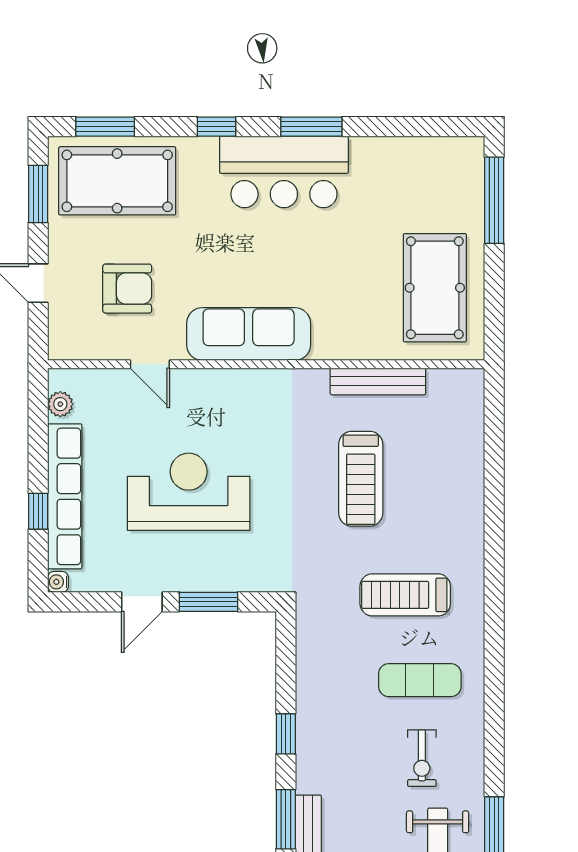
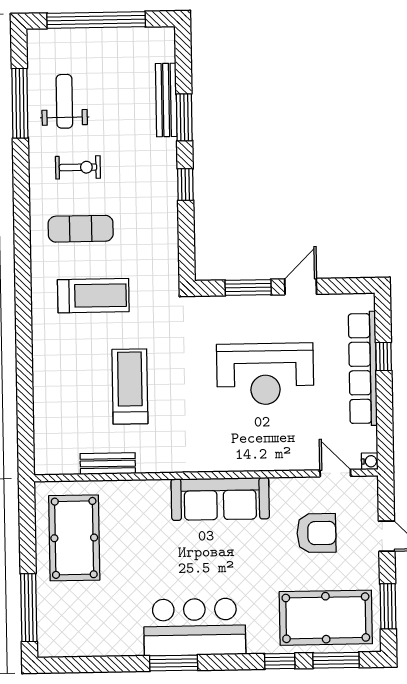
window: (217, 127) -> (280, 661), moved
armchair: (127, 289) -> (316, 533), turned 180
door: (150, 364) -> (335, 473), moved
bench: (378, 381) -> (108, 464), width x0.73
plant: (60, 404) -> (368, 441), removed
water cooler: (58, 582) -> (370, 461), moved
exercise bike: (422, 758) -> (78, 167), turned 90

